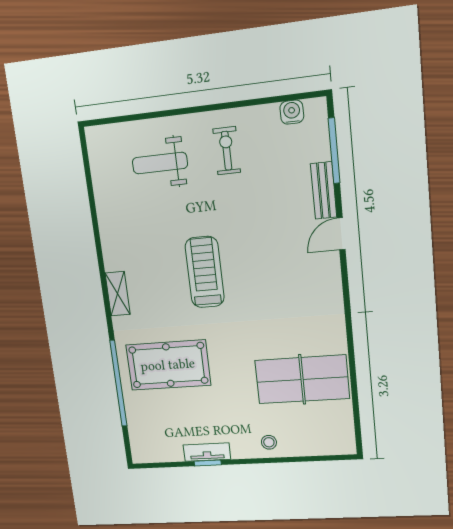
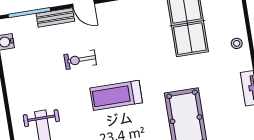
exercise bike: (227, 151) -> (80, 60), moved

